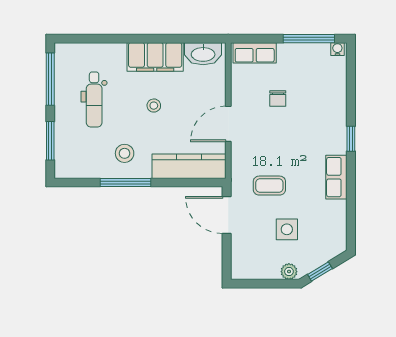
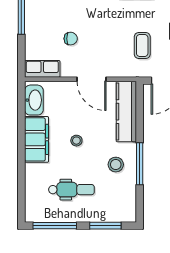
row of seats: (255, 53) -> (42, 69), moved, turned -90

